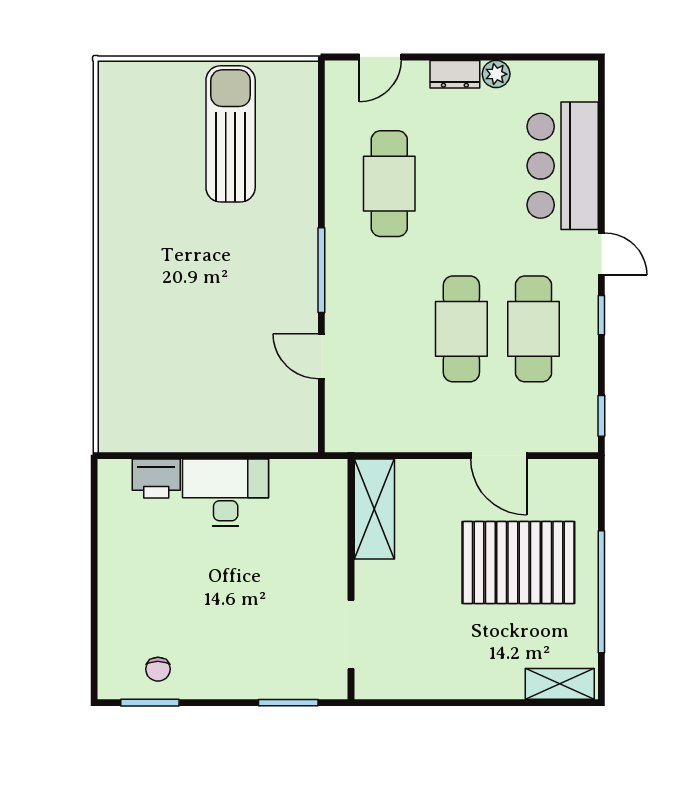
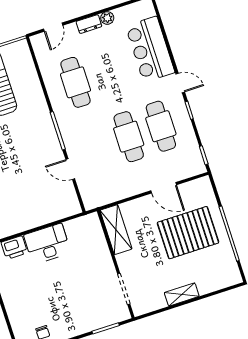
shelving: (560, 684) -> (182, 294), moved

